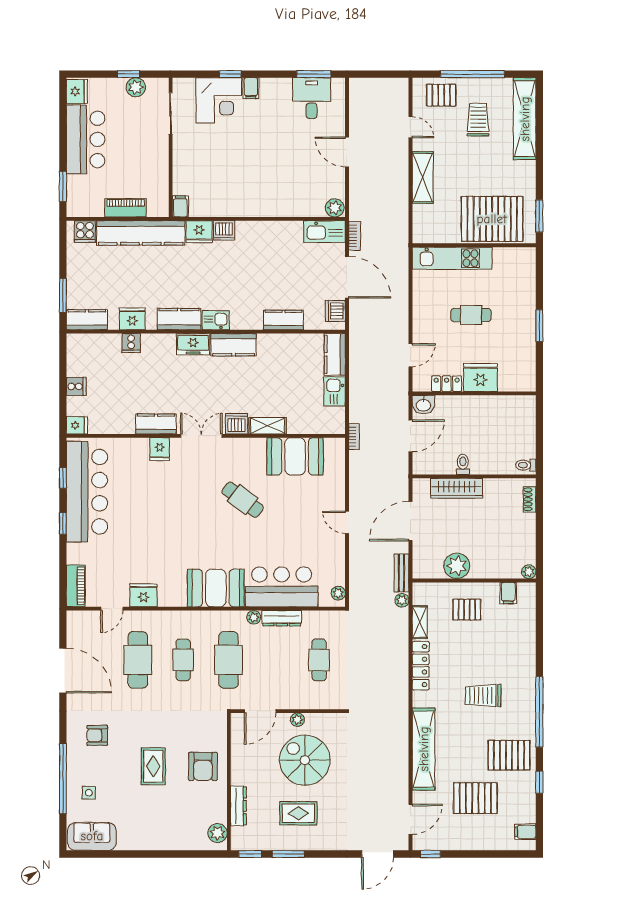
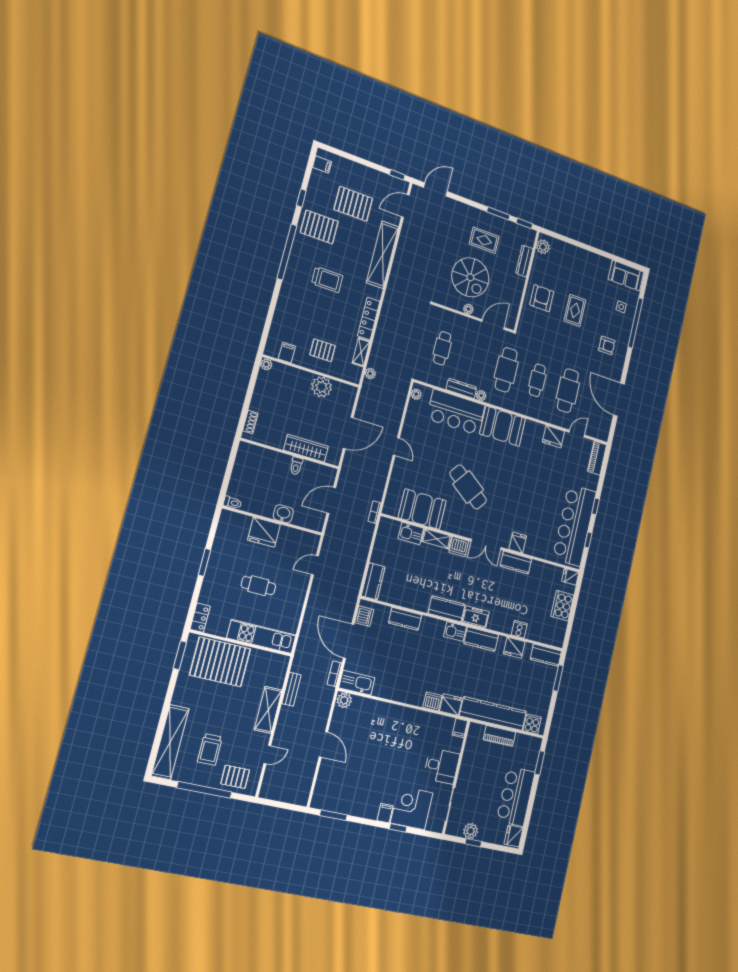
desk: (312, 98) -> (442, 766), moved, turned -90
door: (411, 127) -> (267, 755), swing flipped
locker: (447, 384) -> (200, 618), moved, turned -90
cooker: (76, 386) -> (562, 606), width x1.87, depth x1.31
kitchen sink: (335, 391) -> (411, 533), moved, turned 90
washbasin: (423, 405) -> (283, 514), moved
toilet: (526, 465) -> (232, 503), moved
cafe table: (243, 500) -> (468, 487), width x1.37, depth x1.35
bench: (401, 573) -> (291, 689), moved

